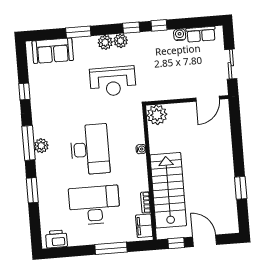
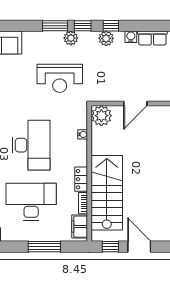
window: (78, 32) -> (55, 26), moved
plant: (105, 42) -> (106, 38), moved
door: (208, 99) -> (135, 104), moved
water cooler: (141, 149) -> (83, 134), moved
locker: (142, 179) -> (81, 179), added

